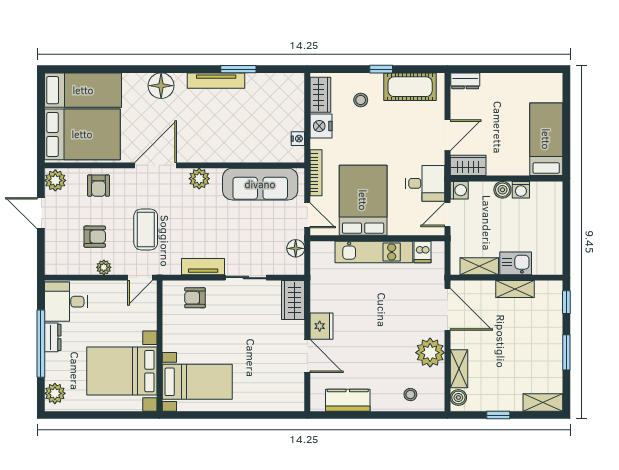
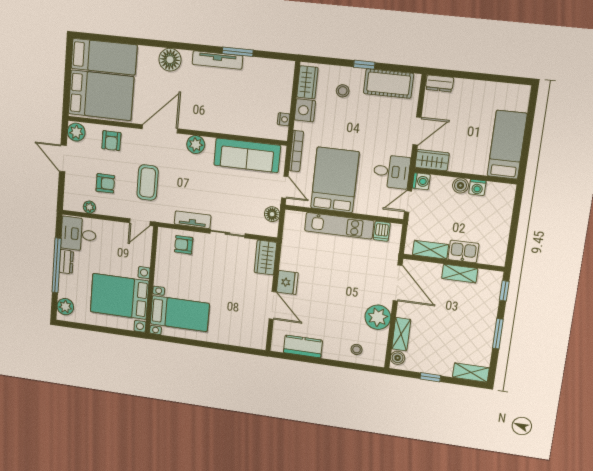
plant: (104, 267) -> (89, 207), moved

